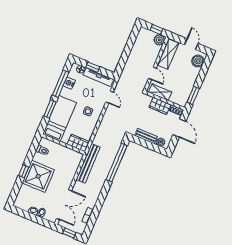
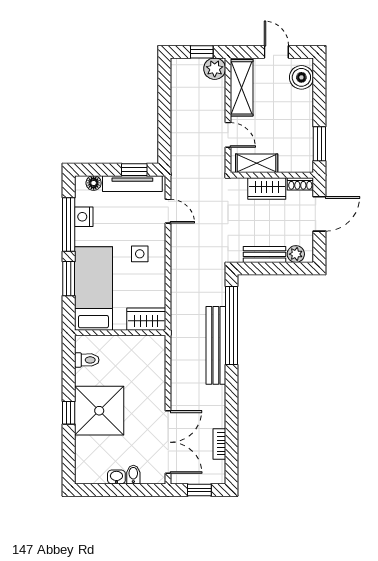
window: (93, 67) -> (134, 170), moved
door: (179, 128) -> (319, 214), hinge flipped
bench: (88, 163) -> (216, 345), moved

